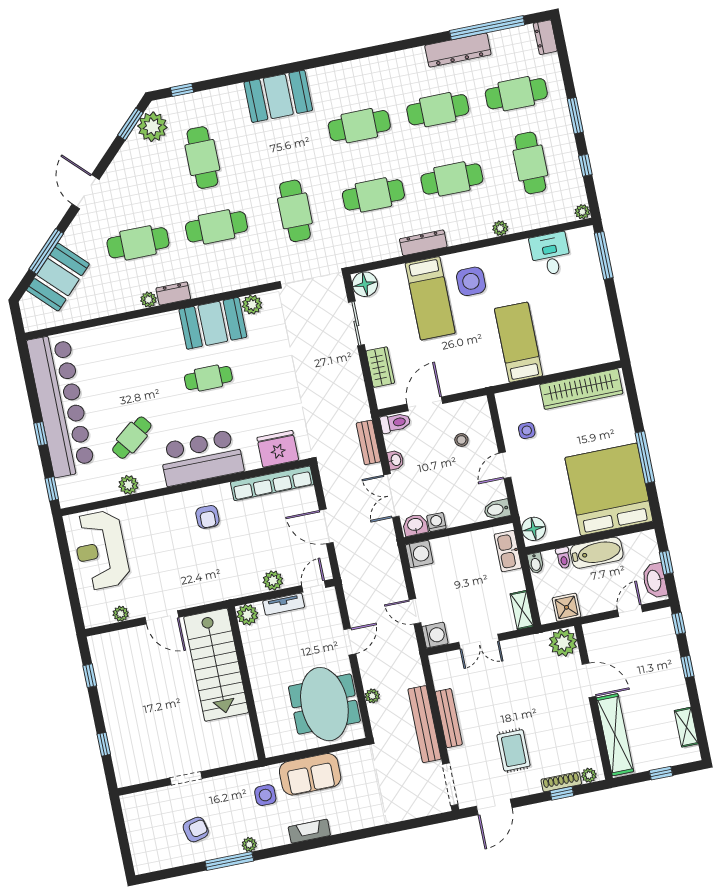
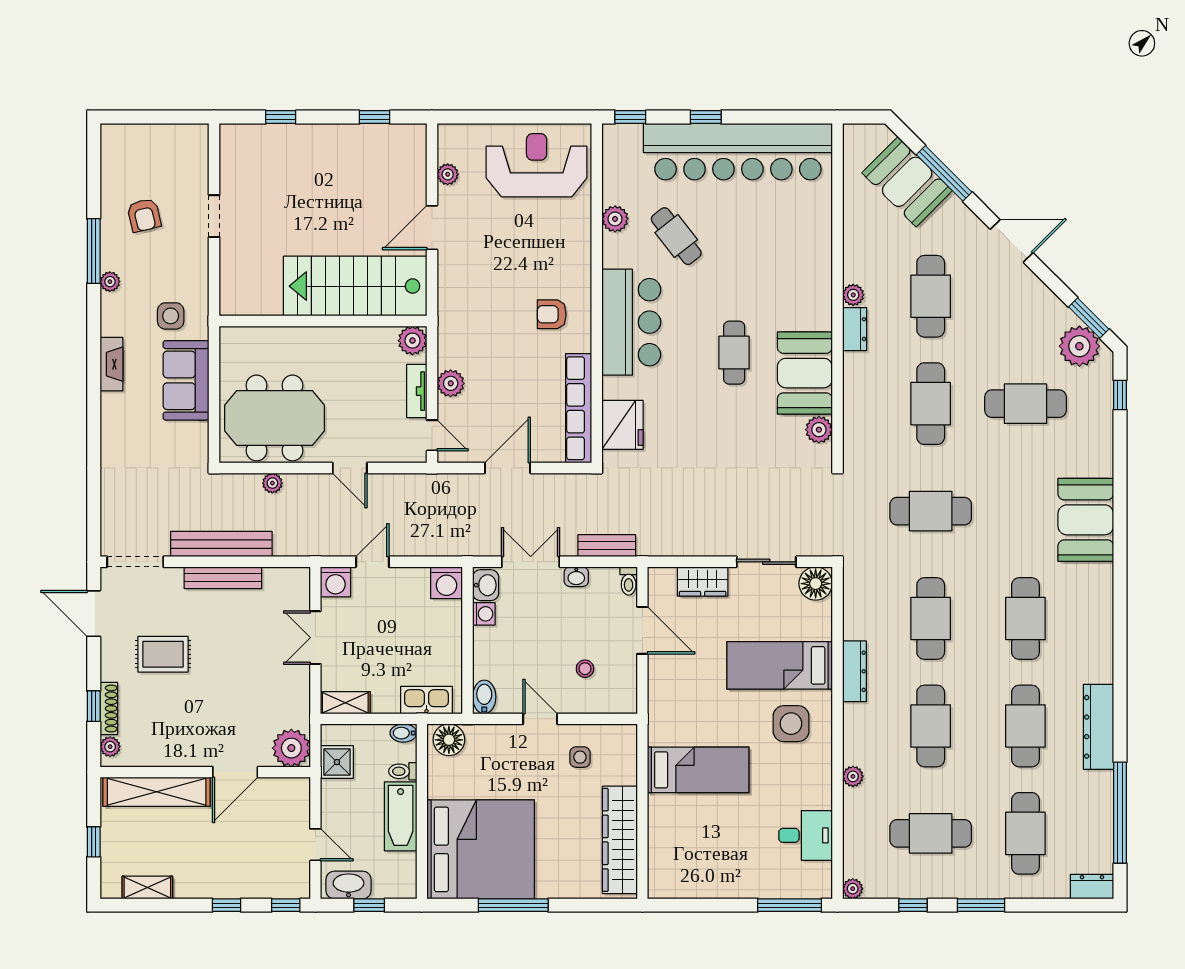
dresser: (458, 50) -> (1099, 727), moved
toilet: (395, 423) -> (629, 581), width x0.73, depth x0.72

